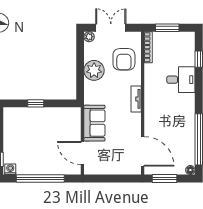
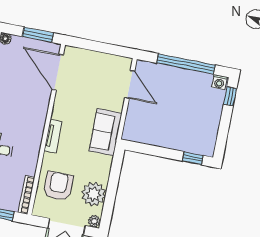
plant: (94, 70) -> (94, 194), moved
window: (36, 103) -> (193, 158), moved
sofa: (94, 123) -> (105, 132), moved

